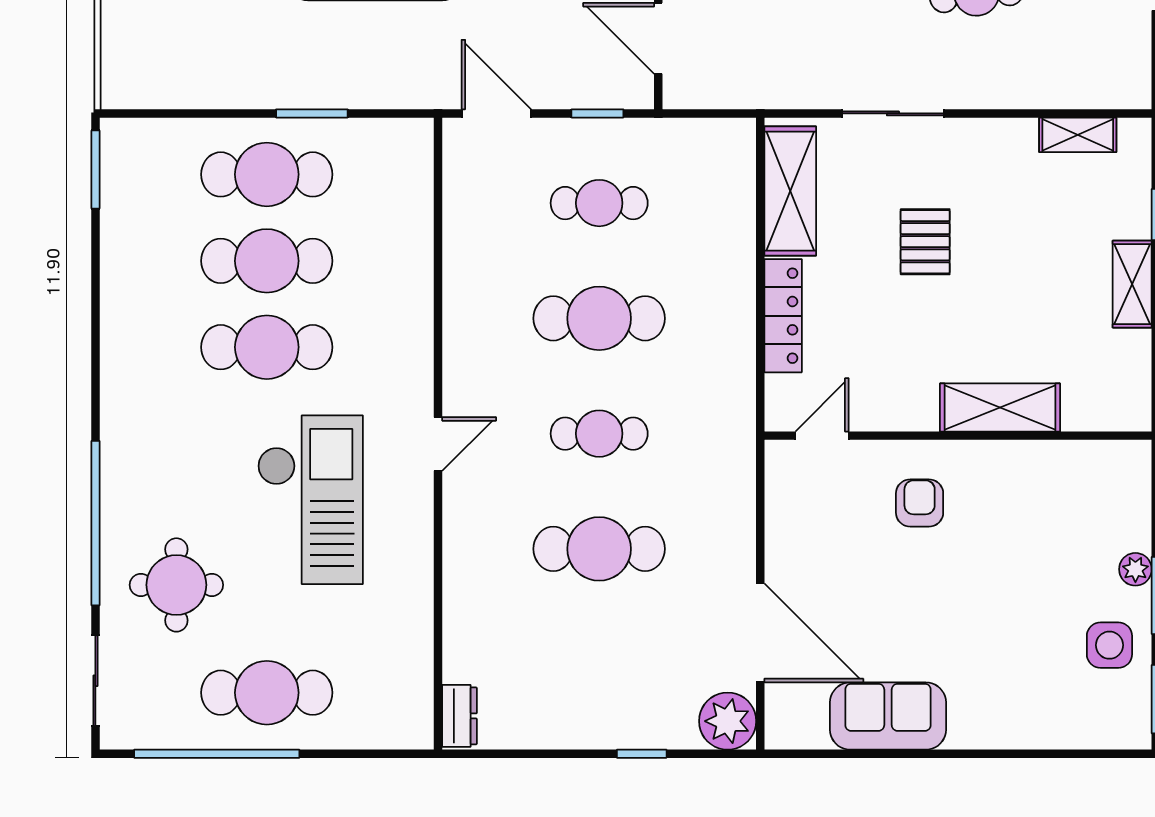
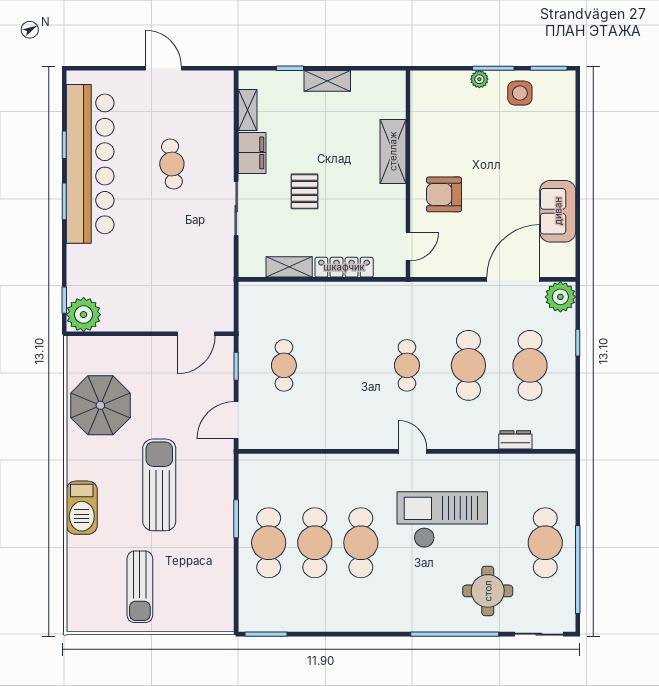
filing cabinet: (997, 143) -> (252, 153), added
shelving: (790, 191) -> (289, 267), width x0.67, depth x0.75
pallet: (925, 242) -> (305, 191), turned 90
cafe table: (599, 318) -> (530, 365), moved
door: (822, 436) -> (408, 246), swing flipped
armchair: (920, 503) -> (444, 194), width x1.38, depth x1.38
dresser: (460, 716) -> (515, 440), moved

